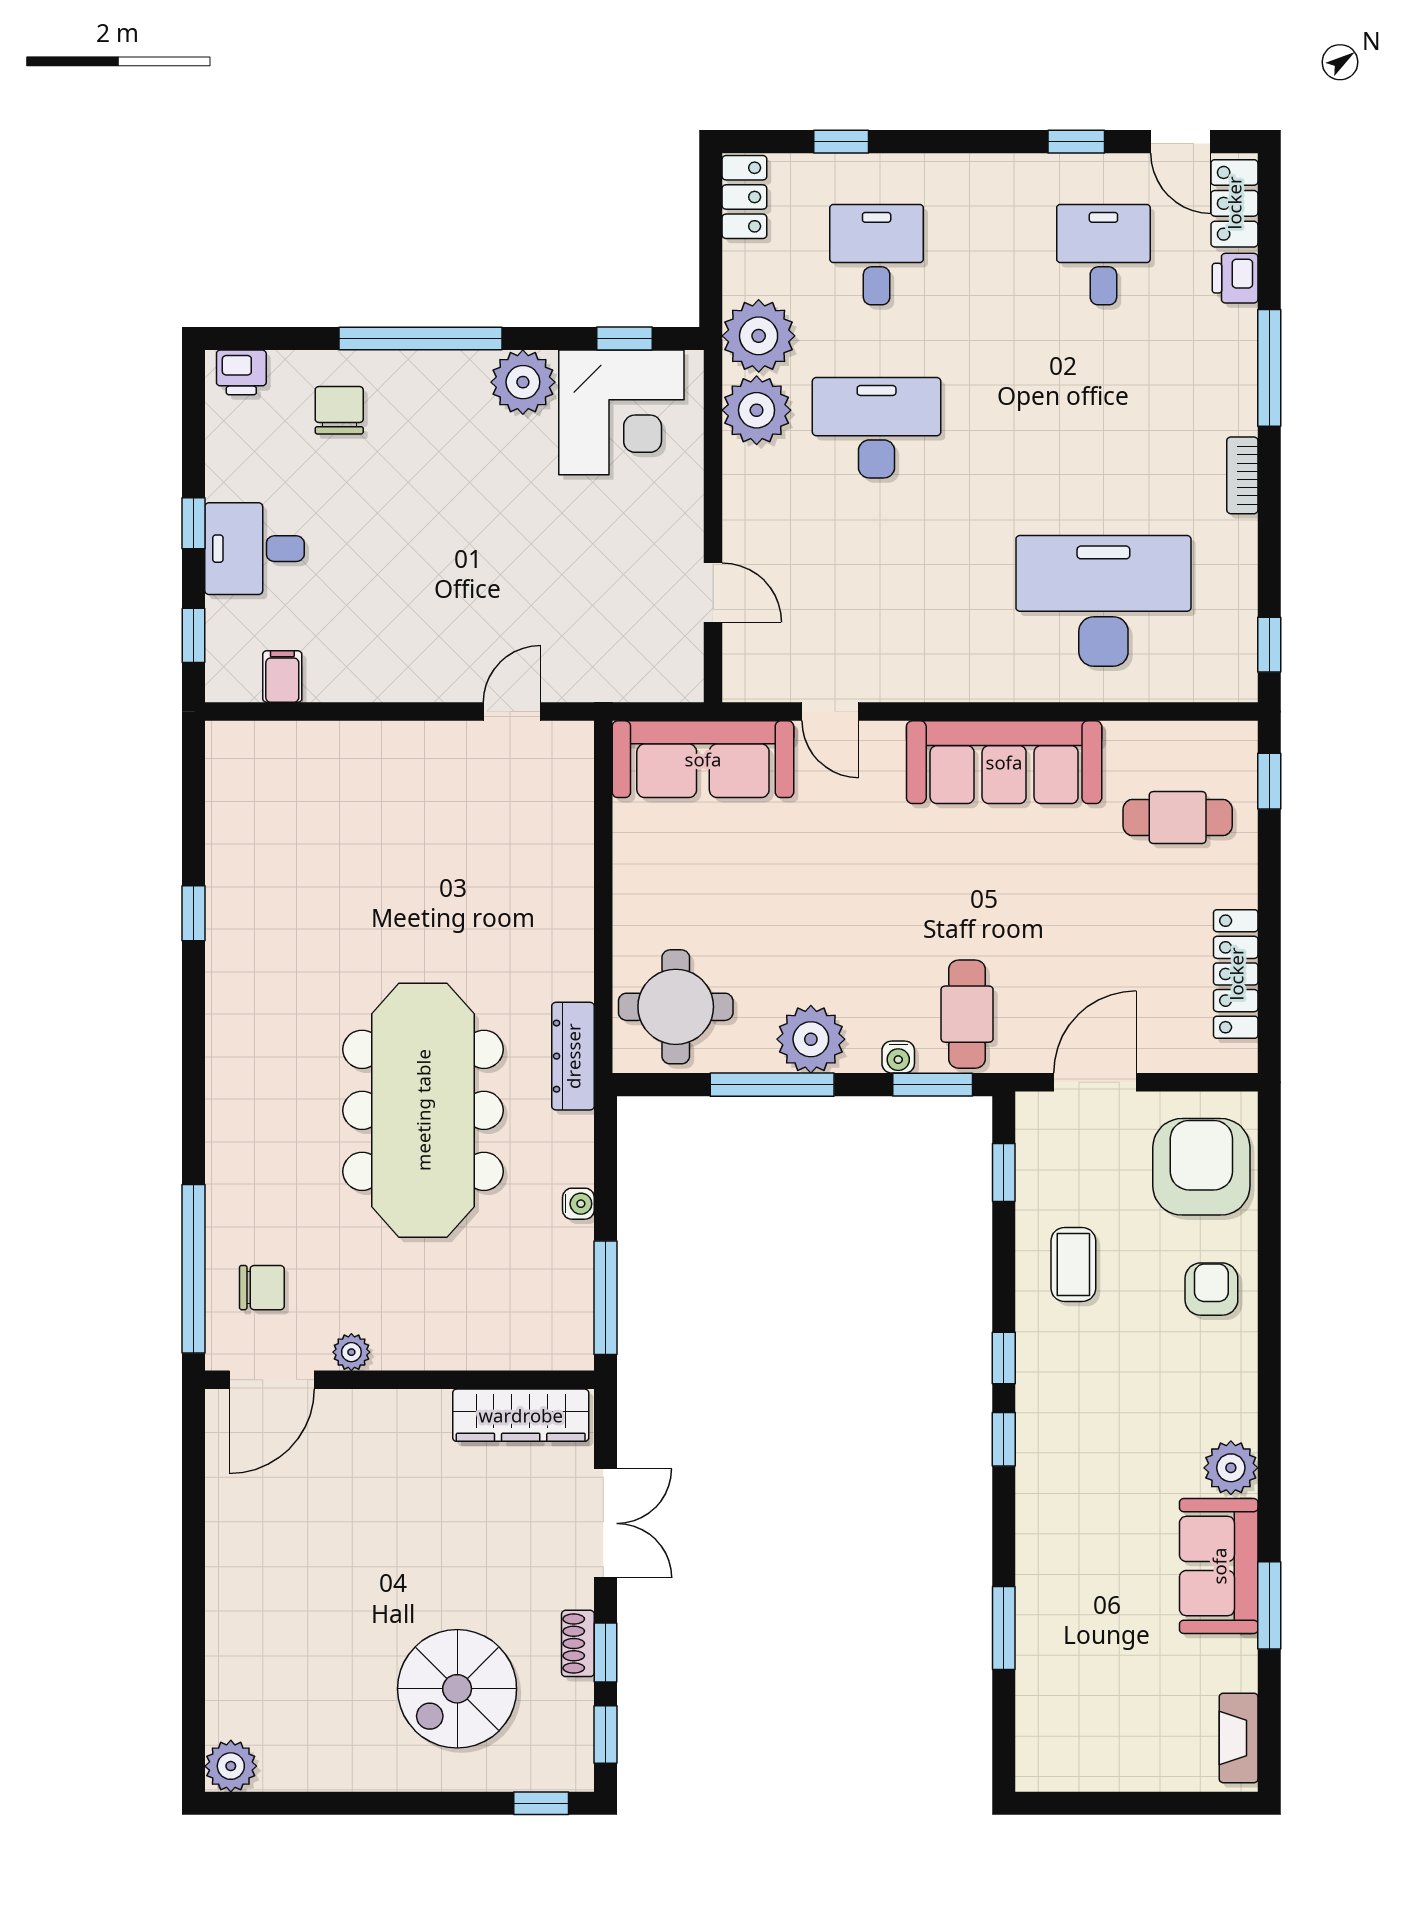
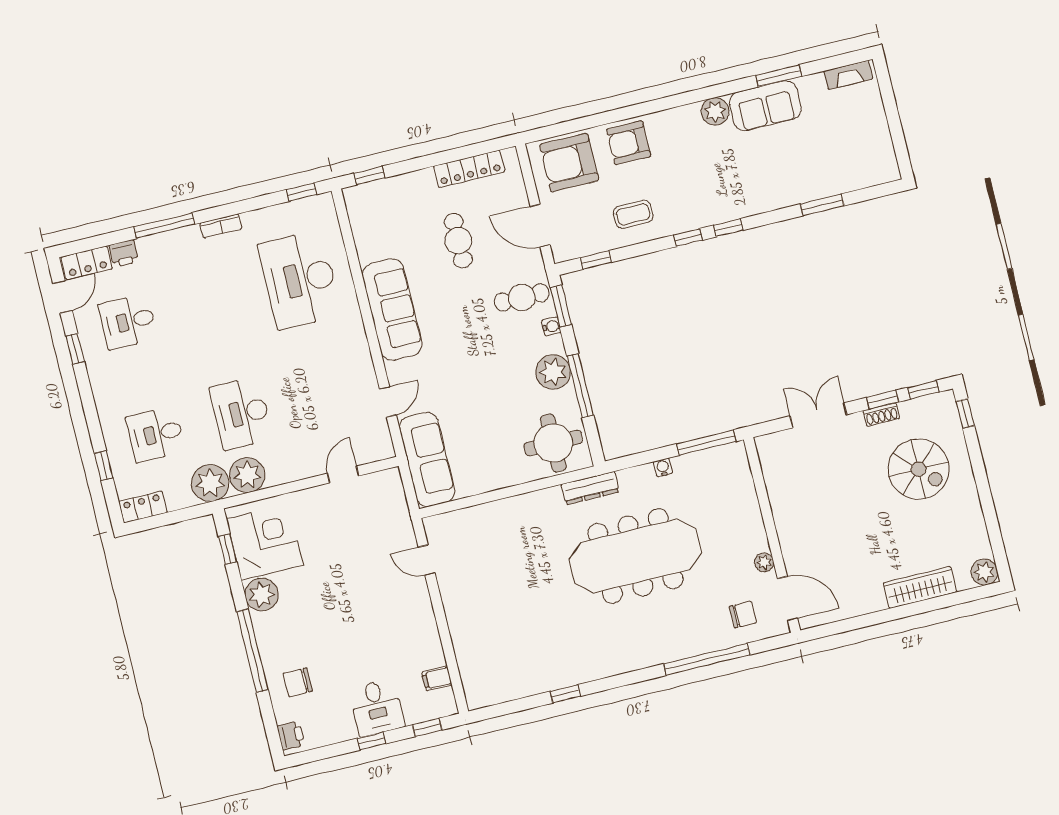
cafe table: (1178, 818) -> (458, 241), moved
window: (194, 1269) -> (707, 659), moved
chair: (262, 1288) -> (743, 615), turned 90
armchair: (1211, 1289) -> (629, 143), width x1.38, depth x1.38
wardrobe: (521, 1415) -> (920, 587), moved, turned -90

